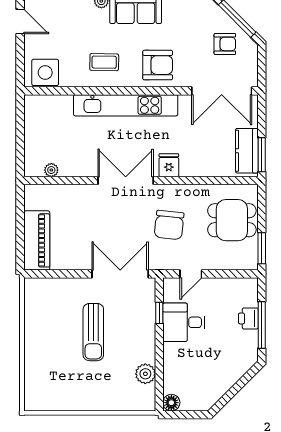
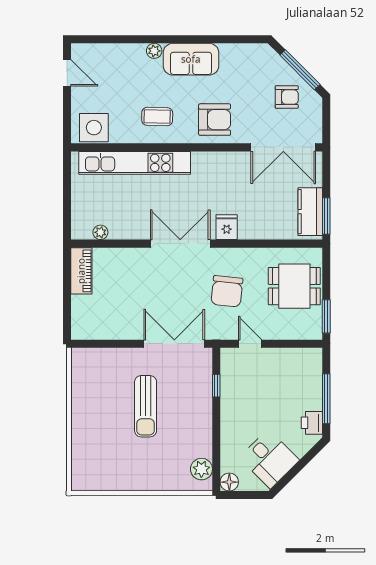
kitchen unit: (126, 105) -> (135, 163), moved
piano: (37, 240) -> (81, 271), moved, width x0.73, depth x0.75
door: (191, 274) -> (250, 344), swing flipped
printer: (248, 318) -> (312, 423), moved
desk: (184, 322) -> (269, 459), moved, turned -135
plant: (145, 374) -> (201, 469), moved

